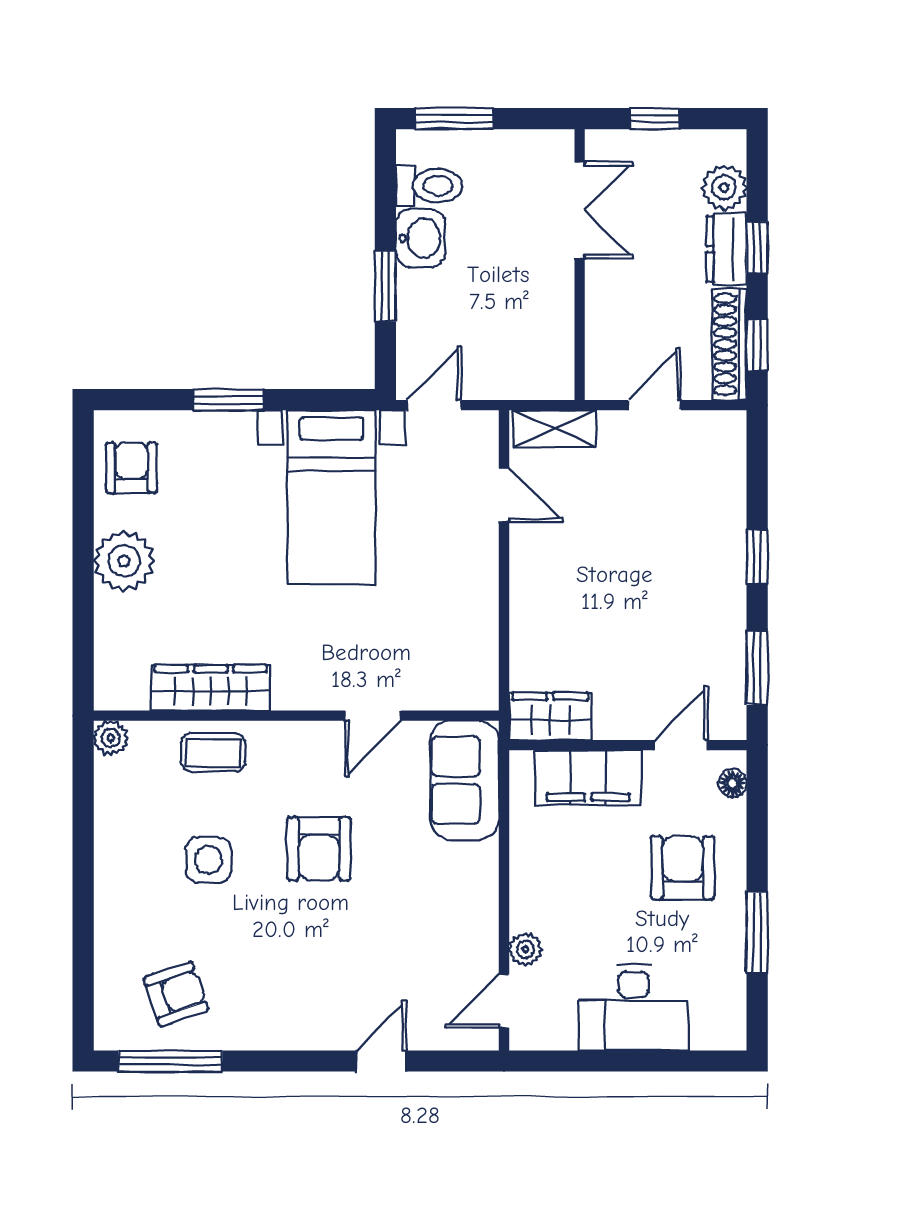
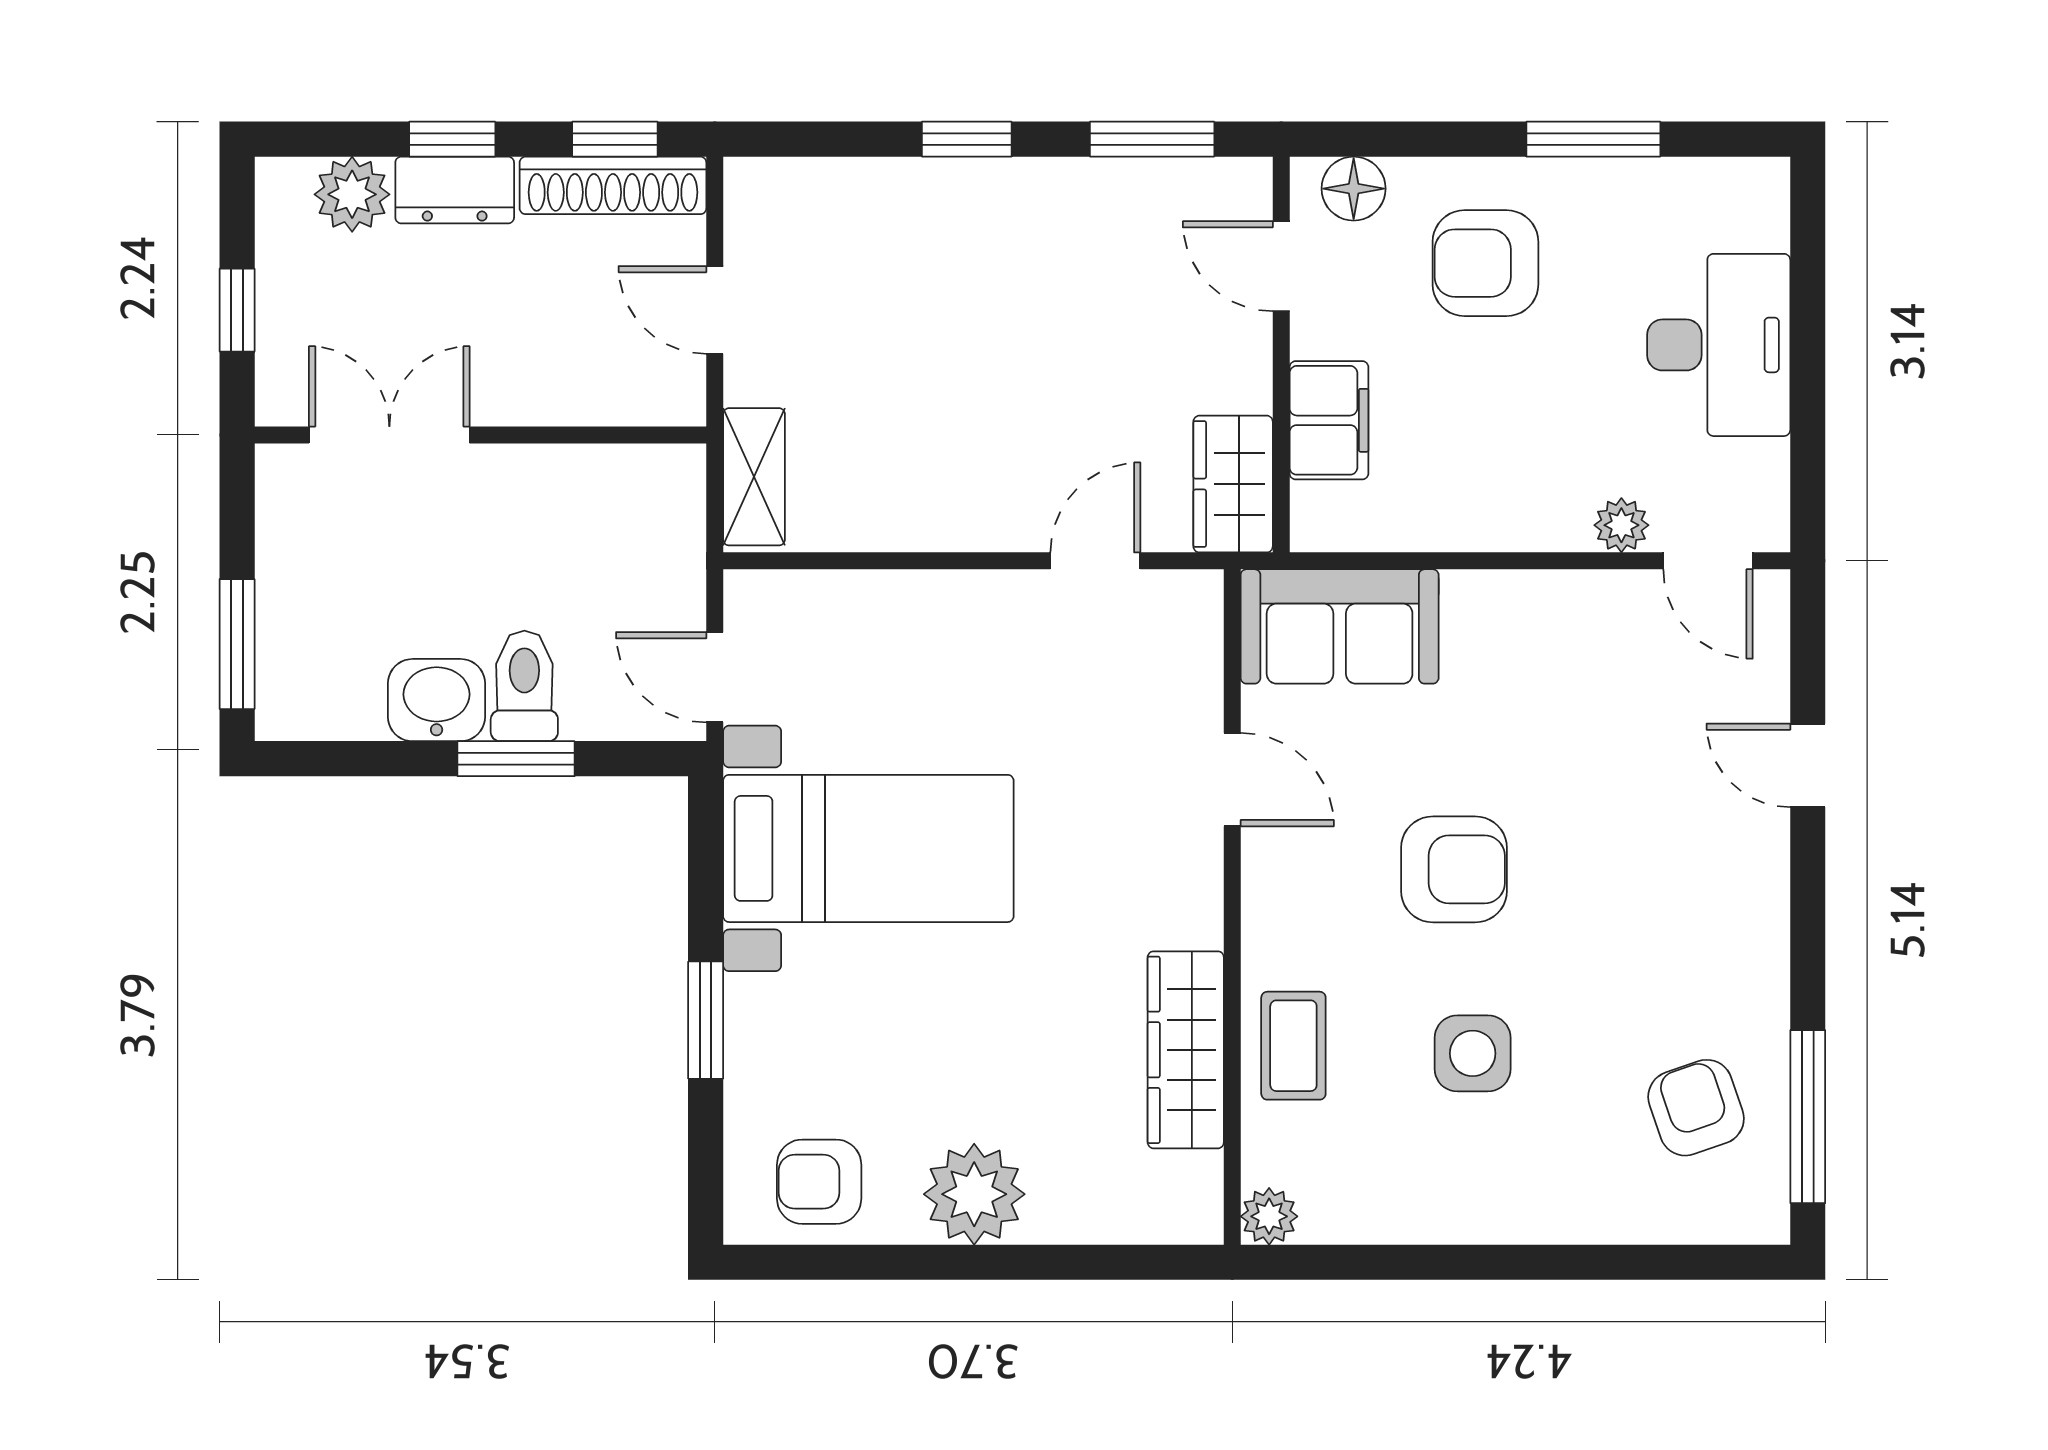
toilet: (429, 186) -> (524, 686), moved
door: (504, 495) -> (1095, 561), moved
filing cabinet: (588, 778) -> (1329, 420), width x0.67, depth x0.86
floor lamp: (733, 783) -> (1354, 189), width x1.37, depth x1.37

